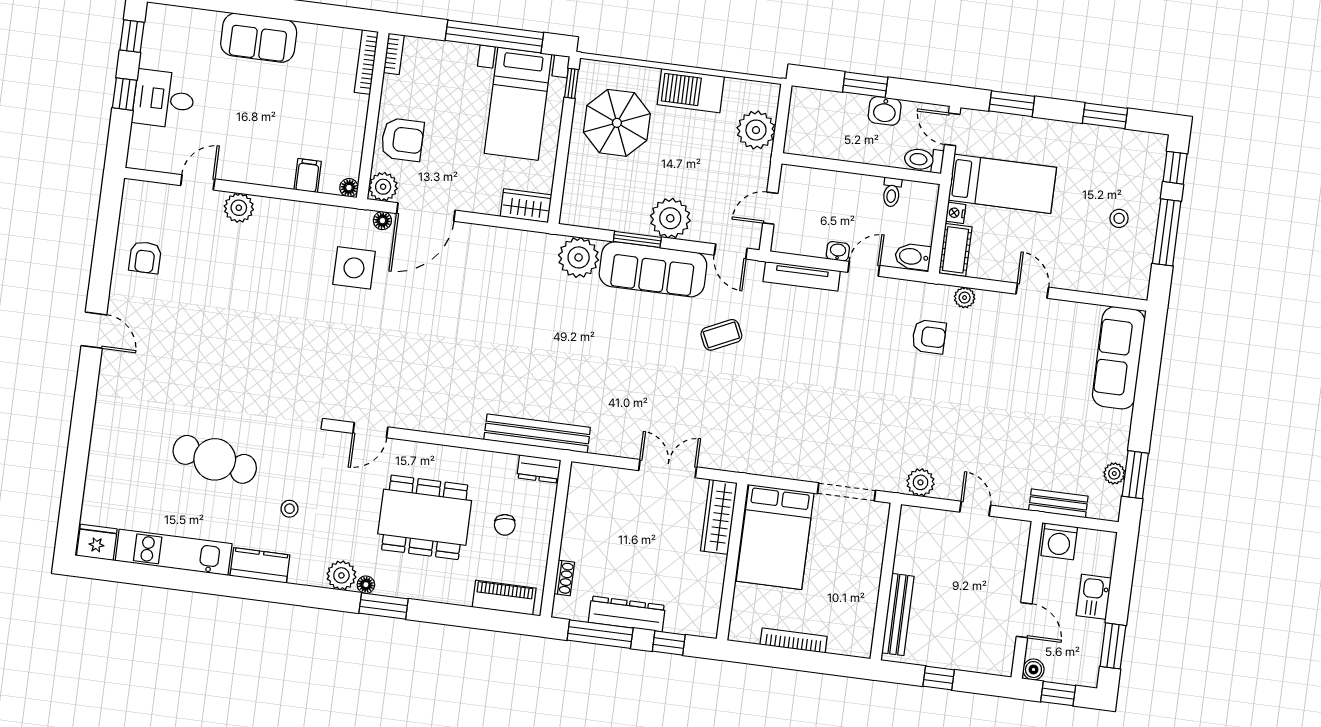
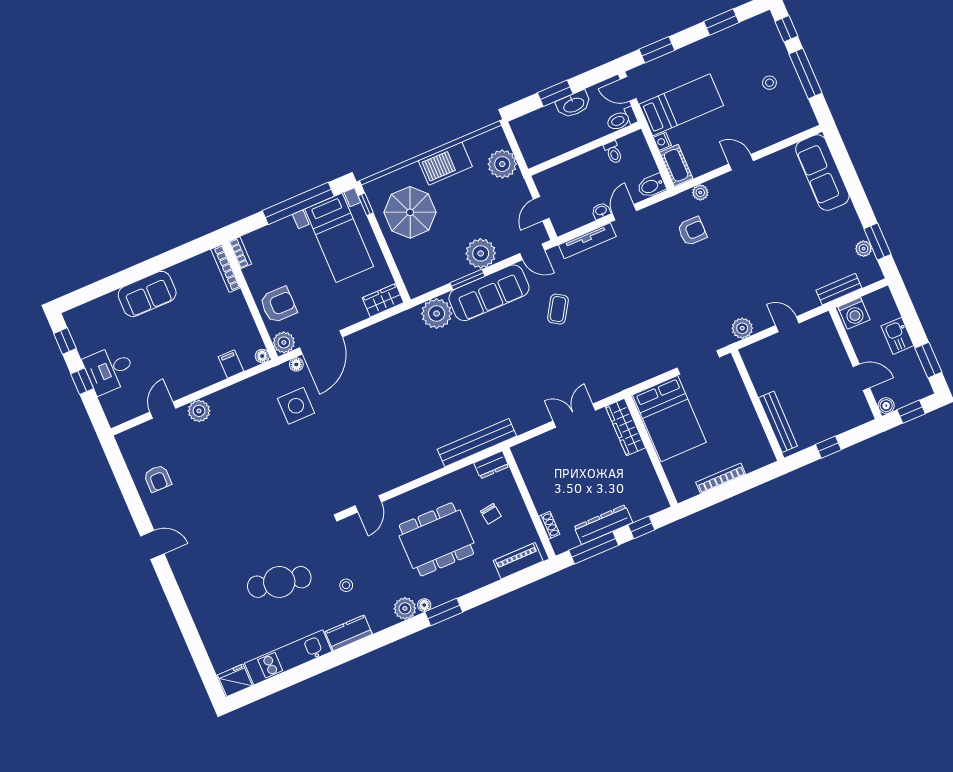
washbasin: (885, 111) -> (574, 105), width x1.38
coffee table: (721, 335) -> (558, 309), turned -33

